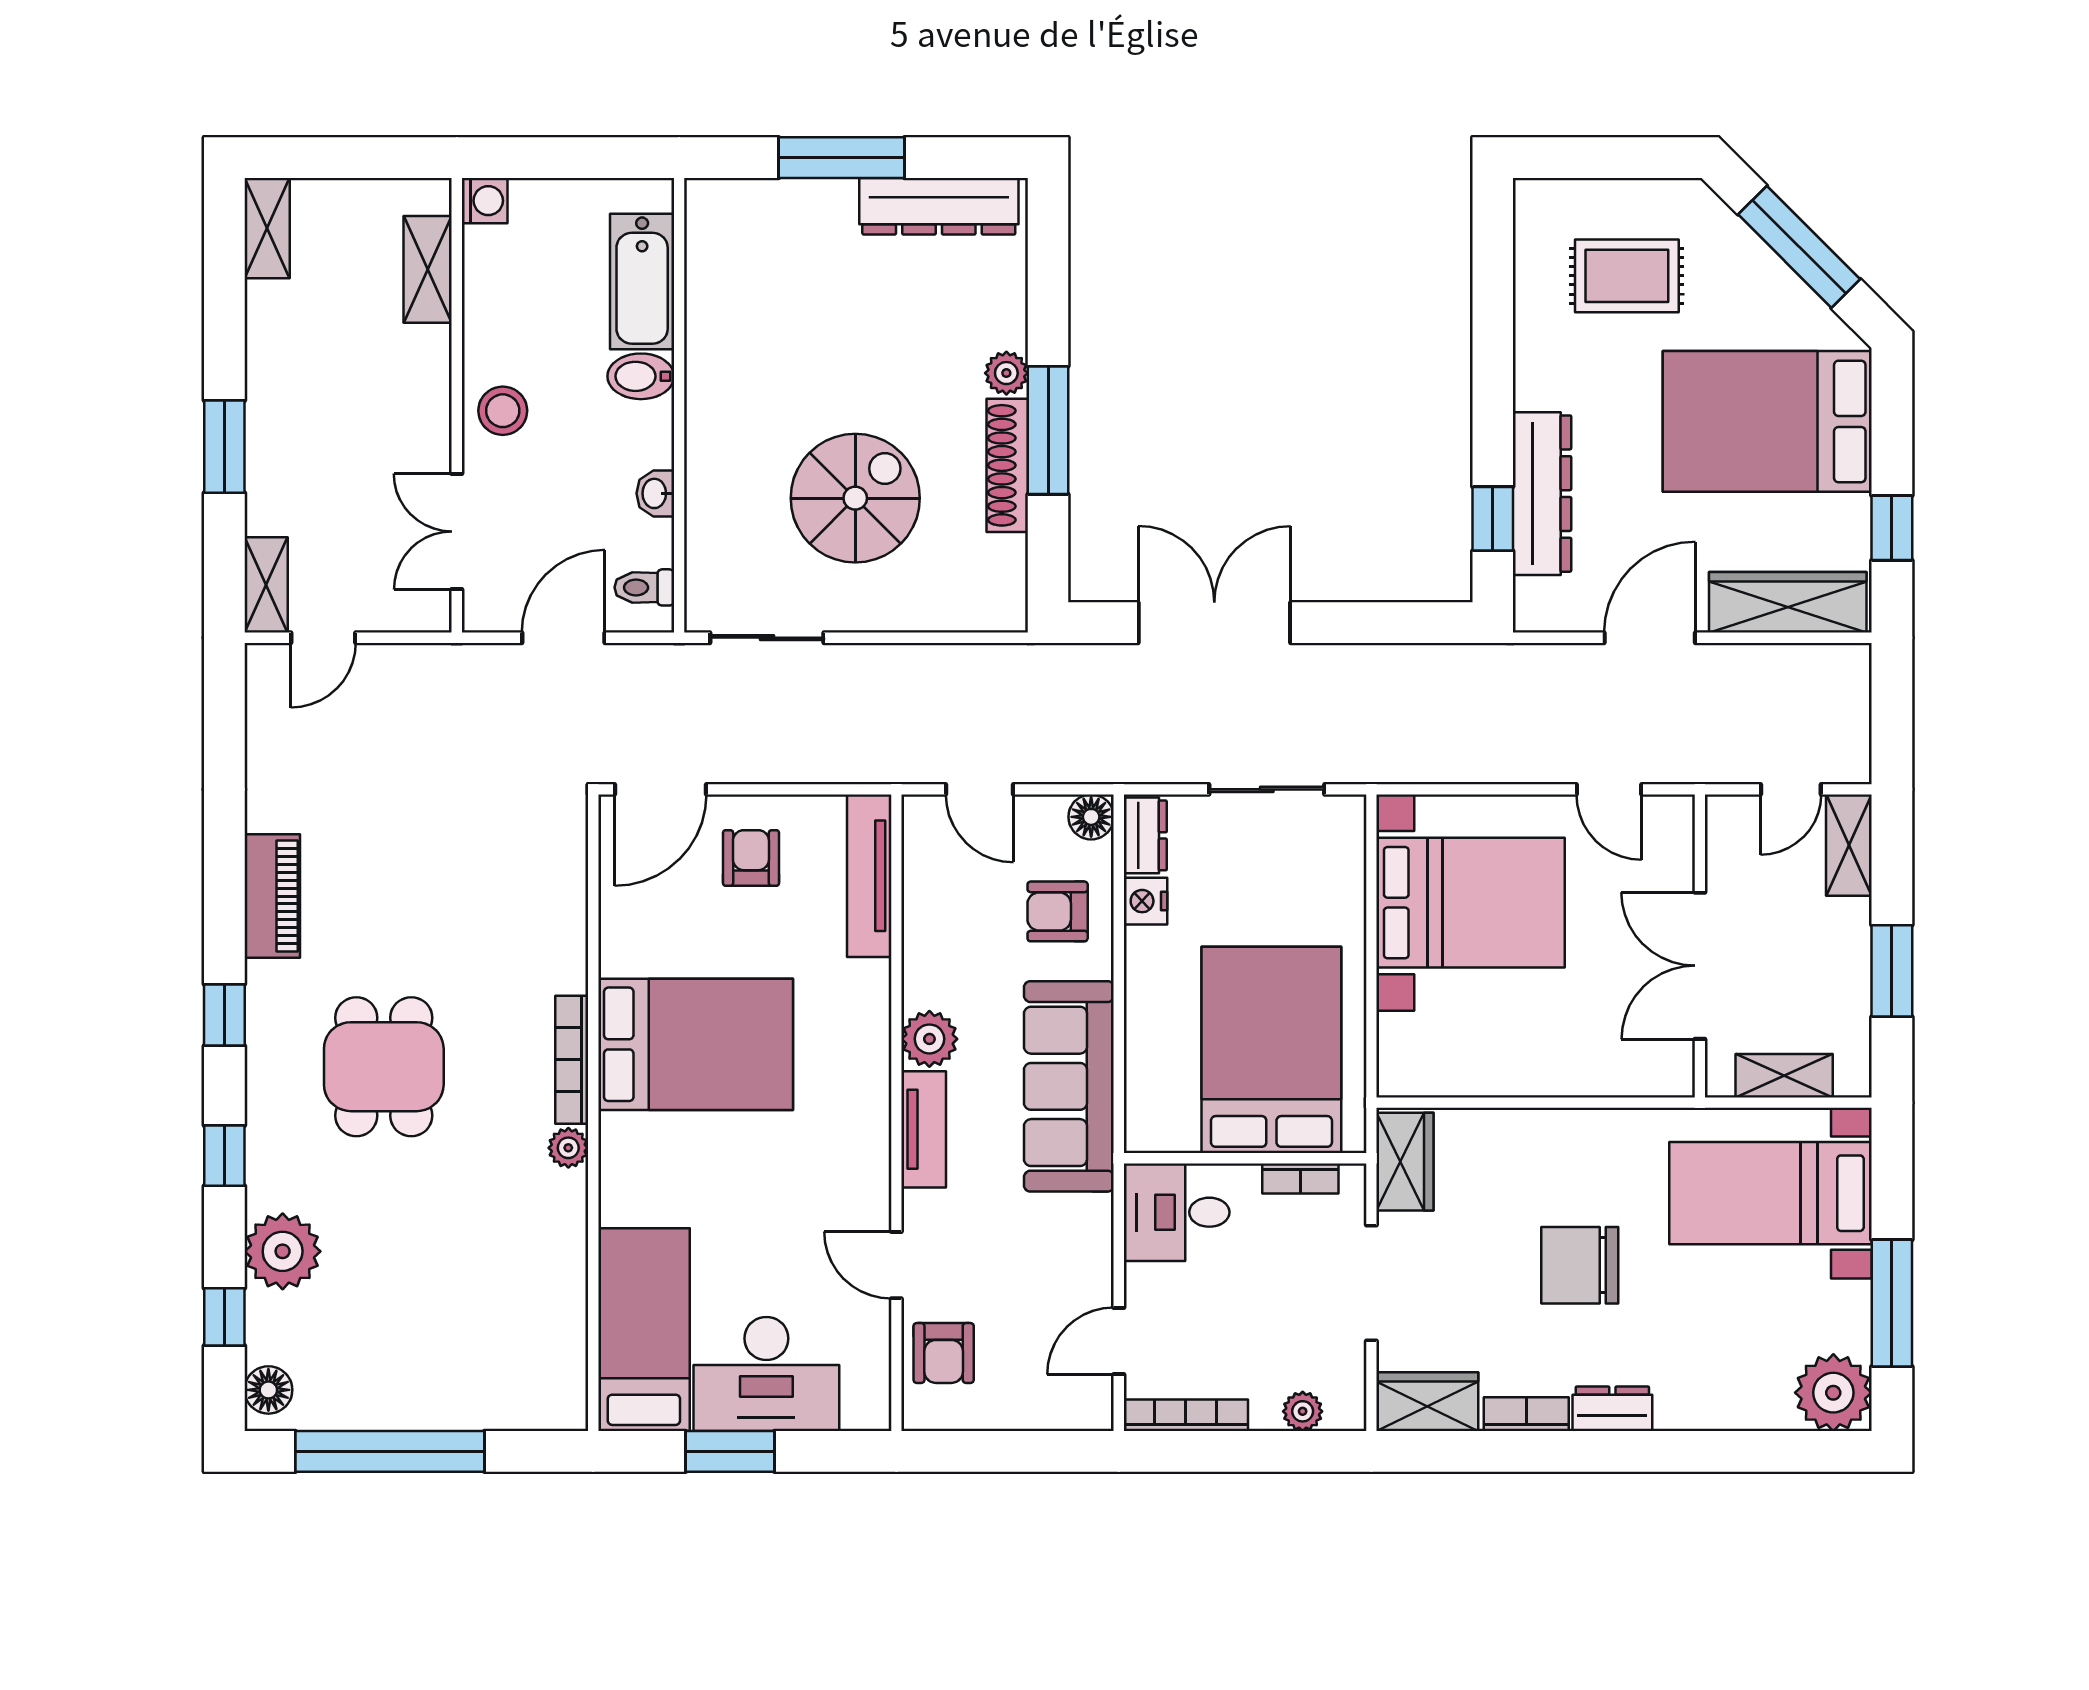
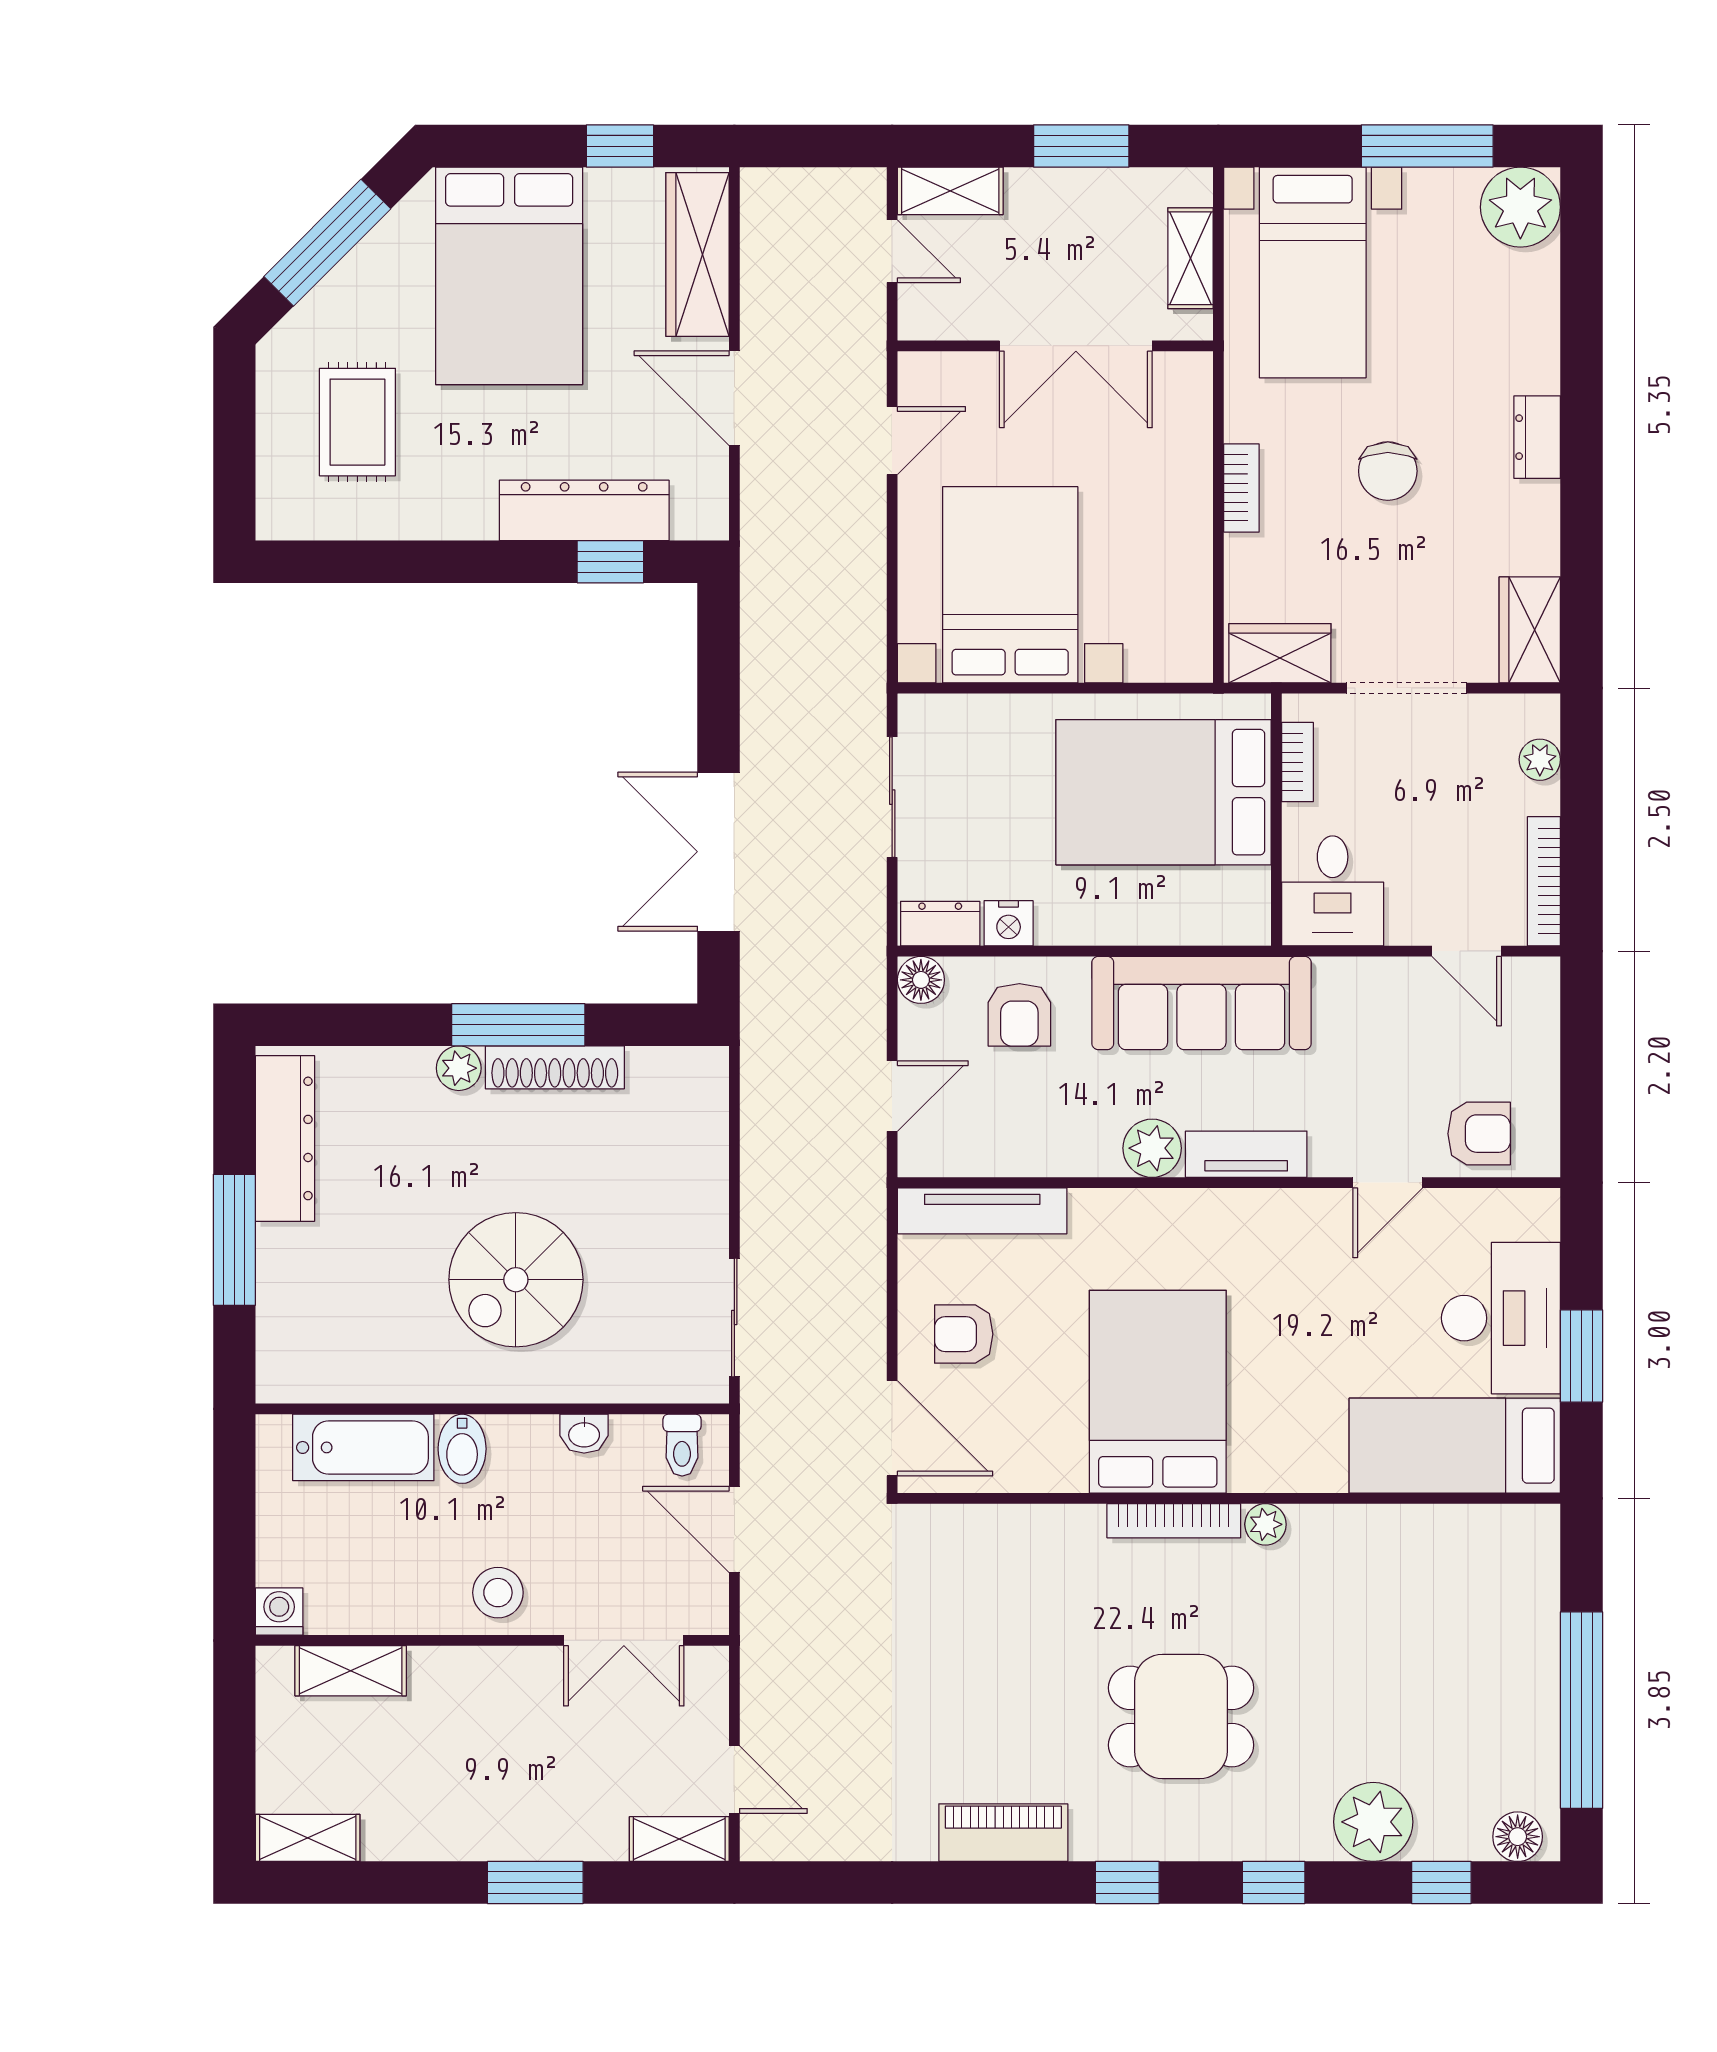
spiral stairs: (855, 498) -> (516, 1280), moved, turned -90
chair: (1580, 1265) -> (1388, 471), width x0.73, depth x0.73
bookcase: (1526, 1414) -> (1241, 488), moved, turned 180

